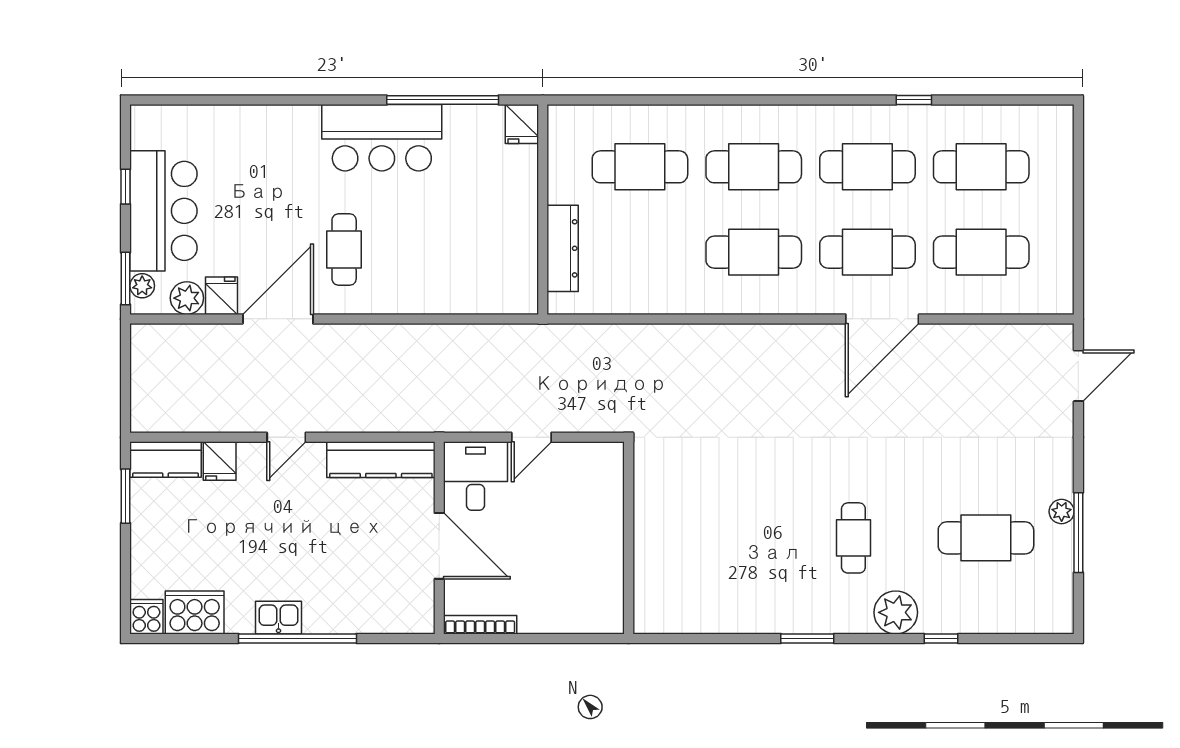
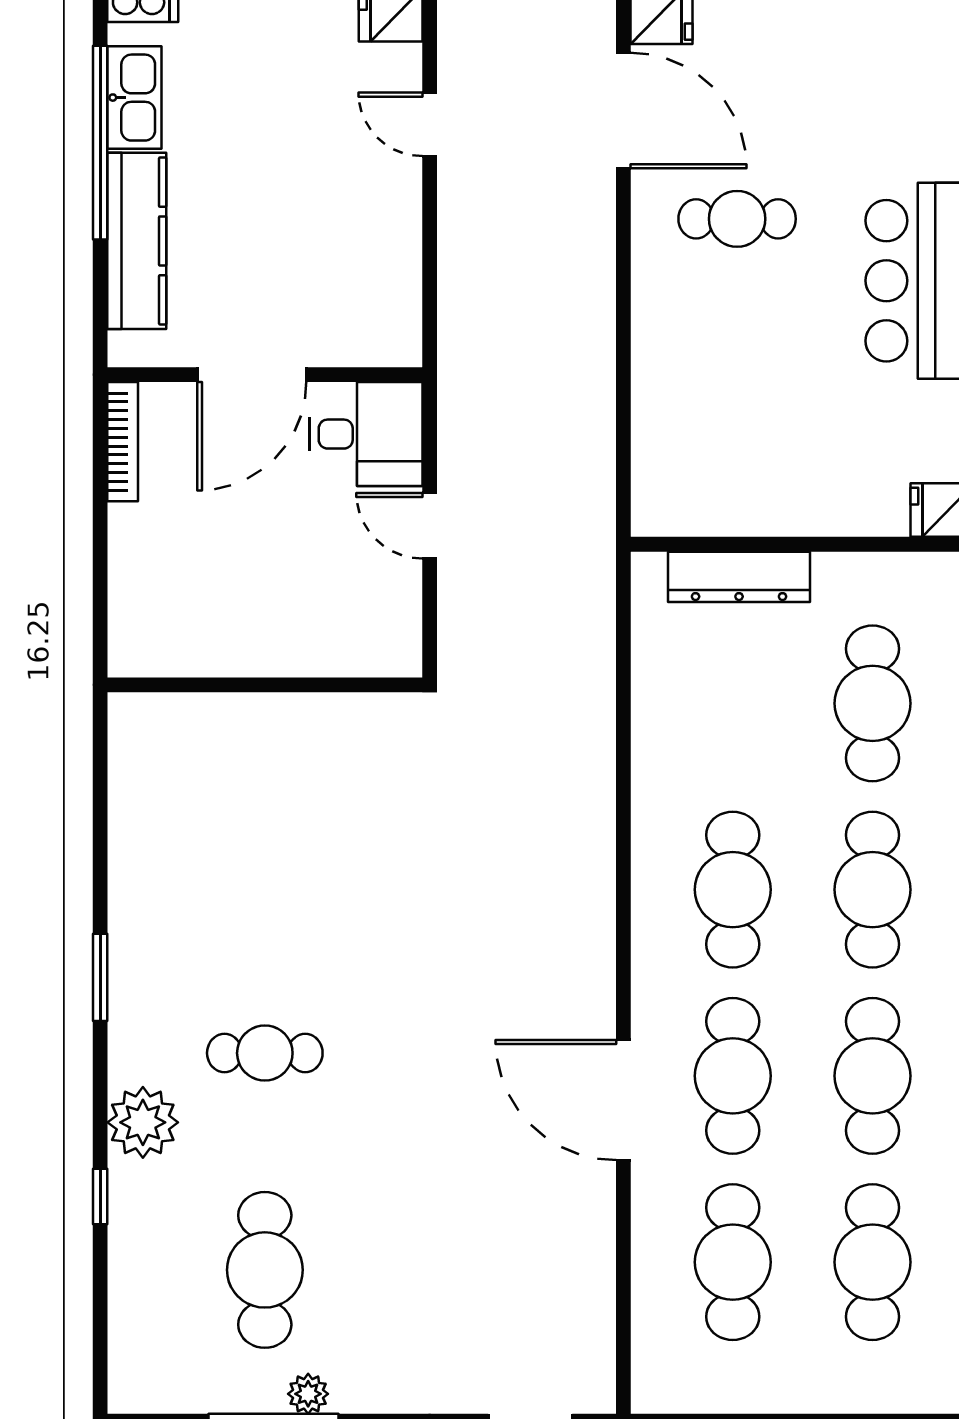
kitchen counter: (381, 460) -> (137, 241), moved, turned 180
kitchen sink: (278, 618) -> (134, 98), width x1.38

